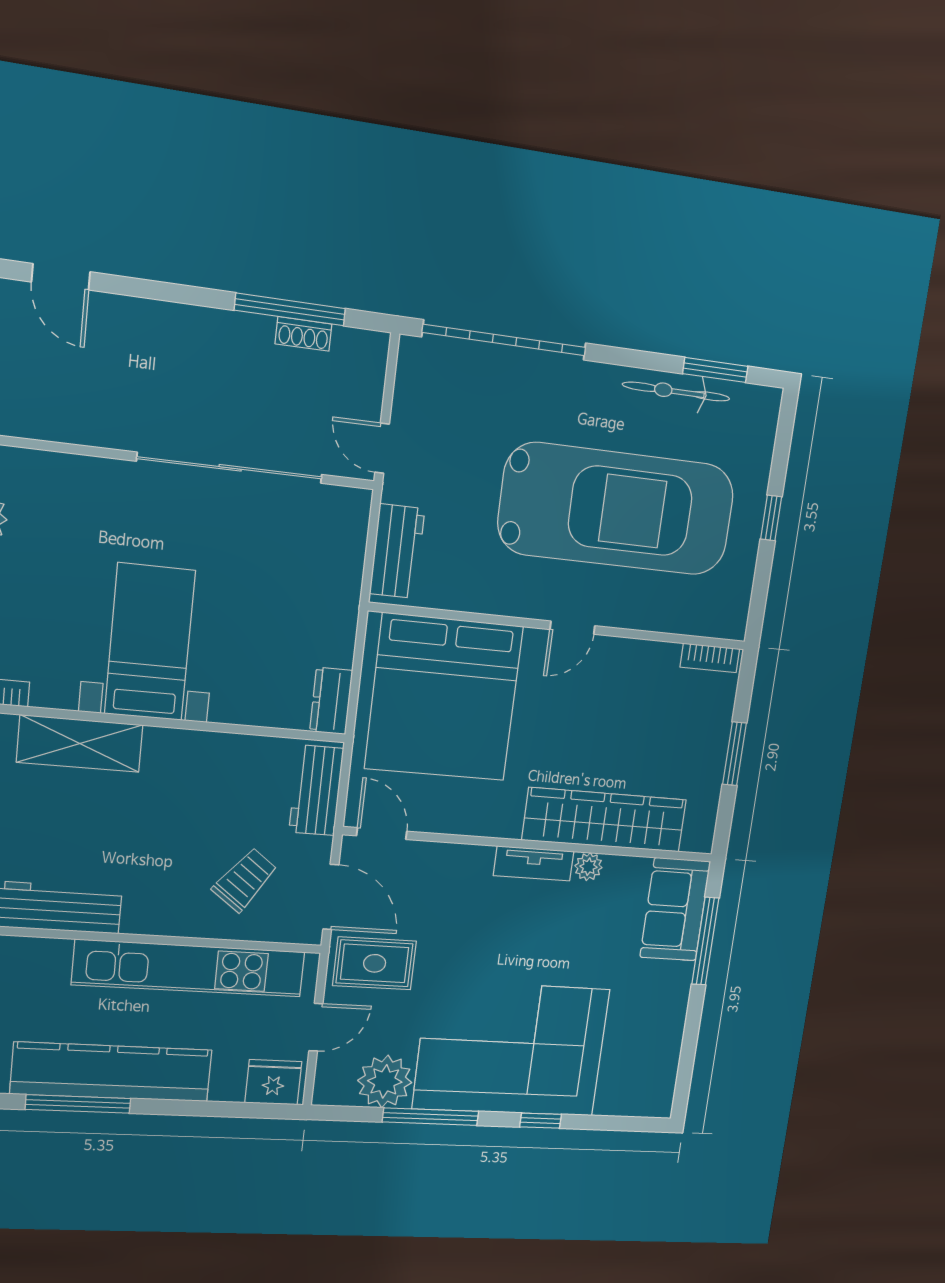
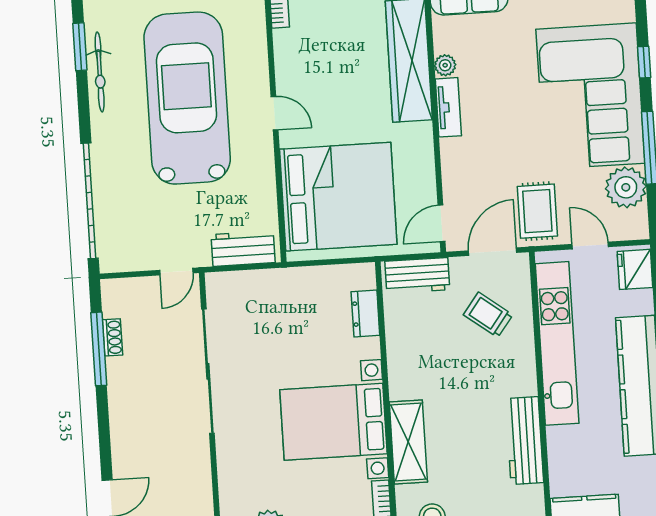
bed with nightstands: (150, 642) -> (333, 422), width x1.36
dresser: (331, 701) -> (365, 314), moved, turned 90

